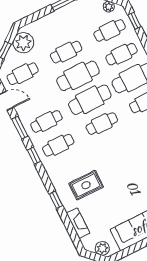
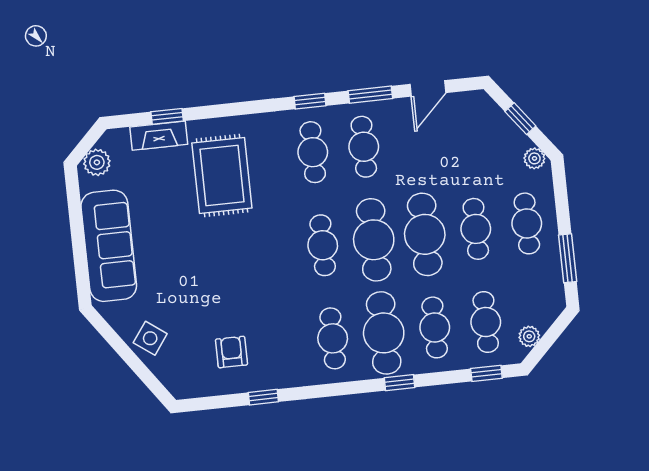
plant: (23, 43) -> (534, 158), width x0.53, depth x0.53
cafe table: (23, 74) -> (527, 223), moved
rug: (86, 185) -> (222, 175), width x1.36, depth x1.43
window: (56, 200) -> (167, 116), moved

